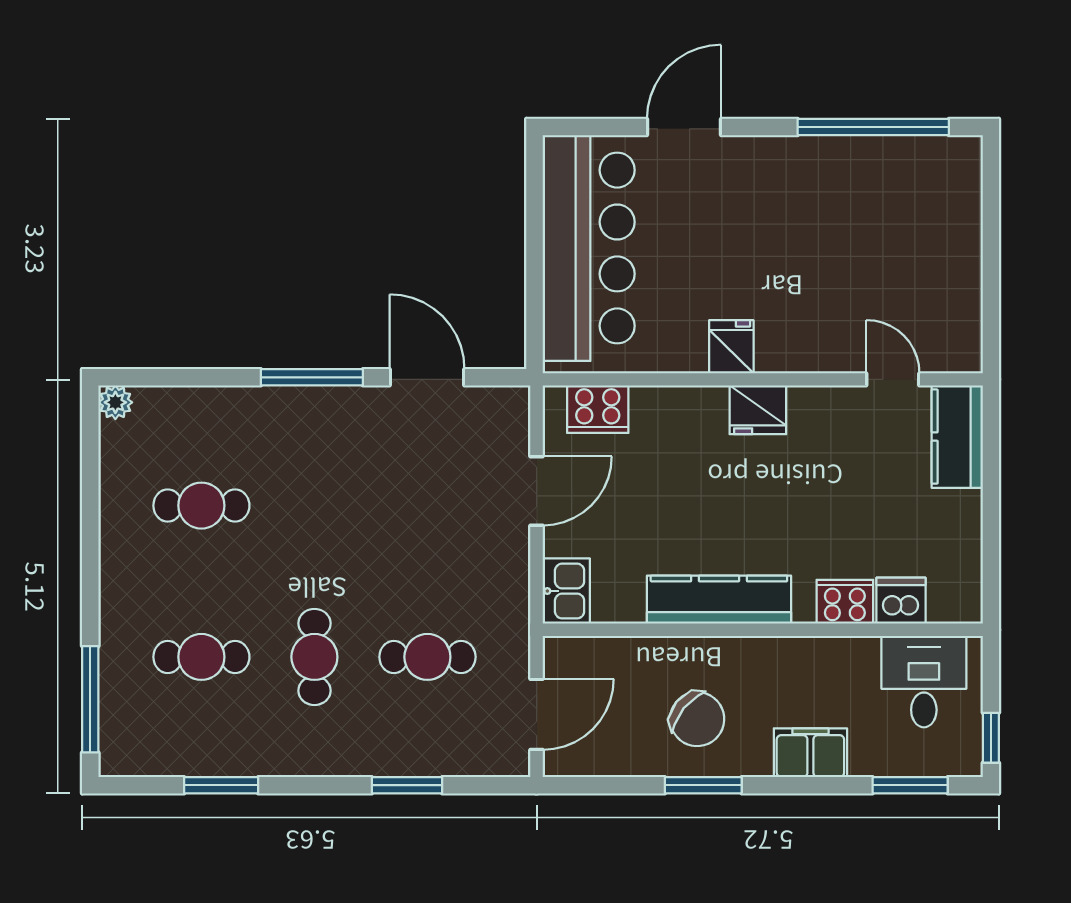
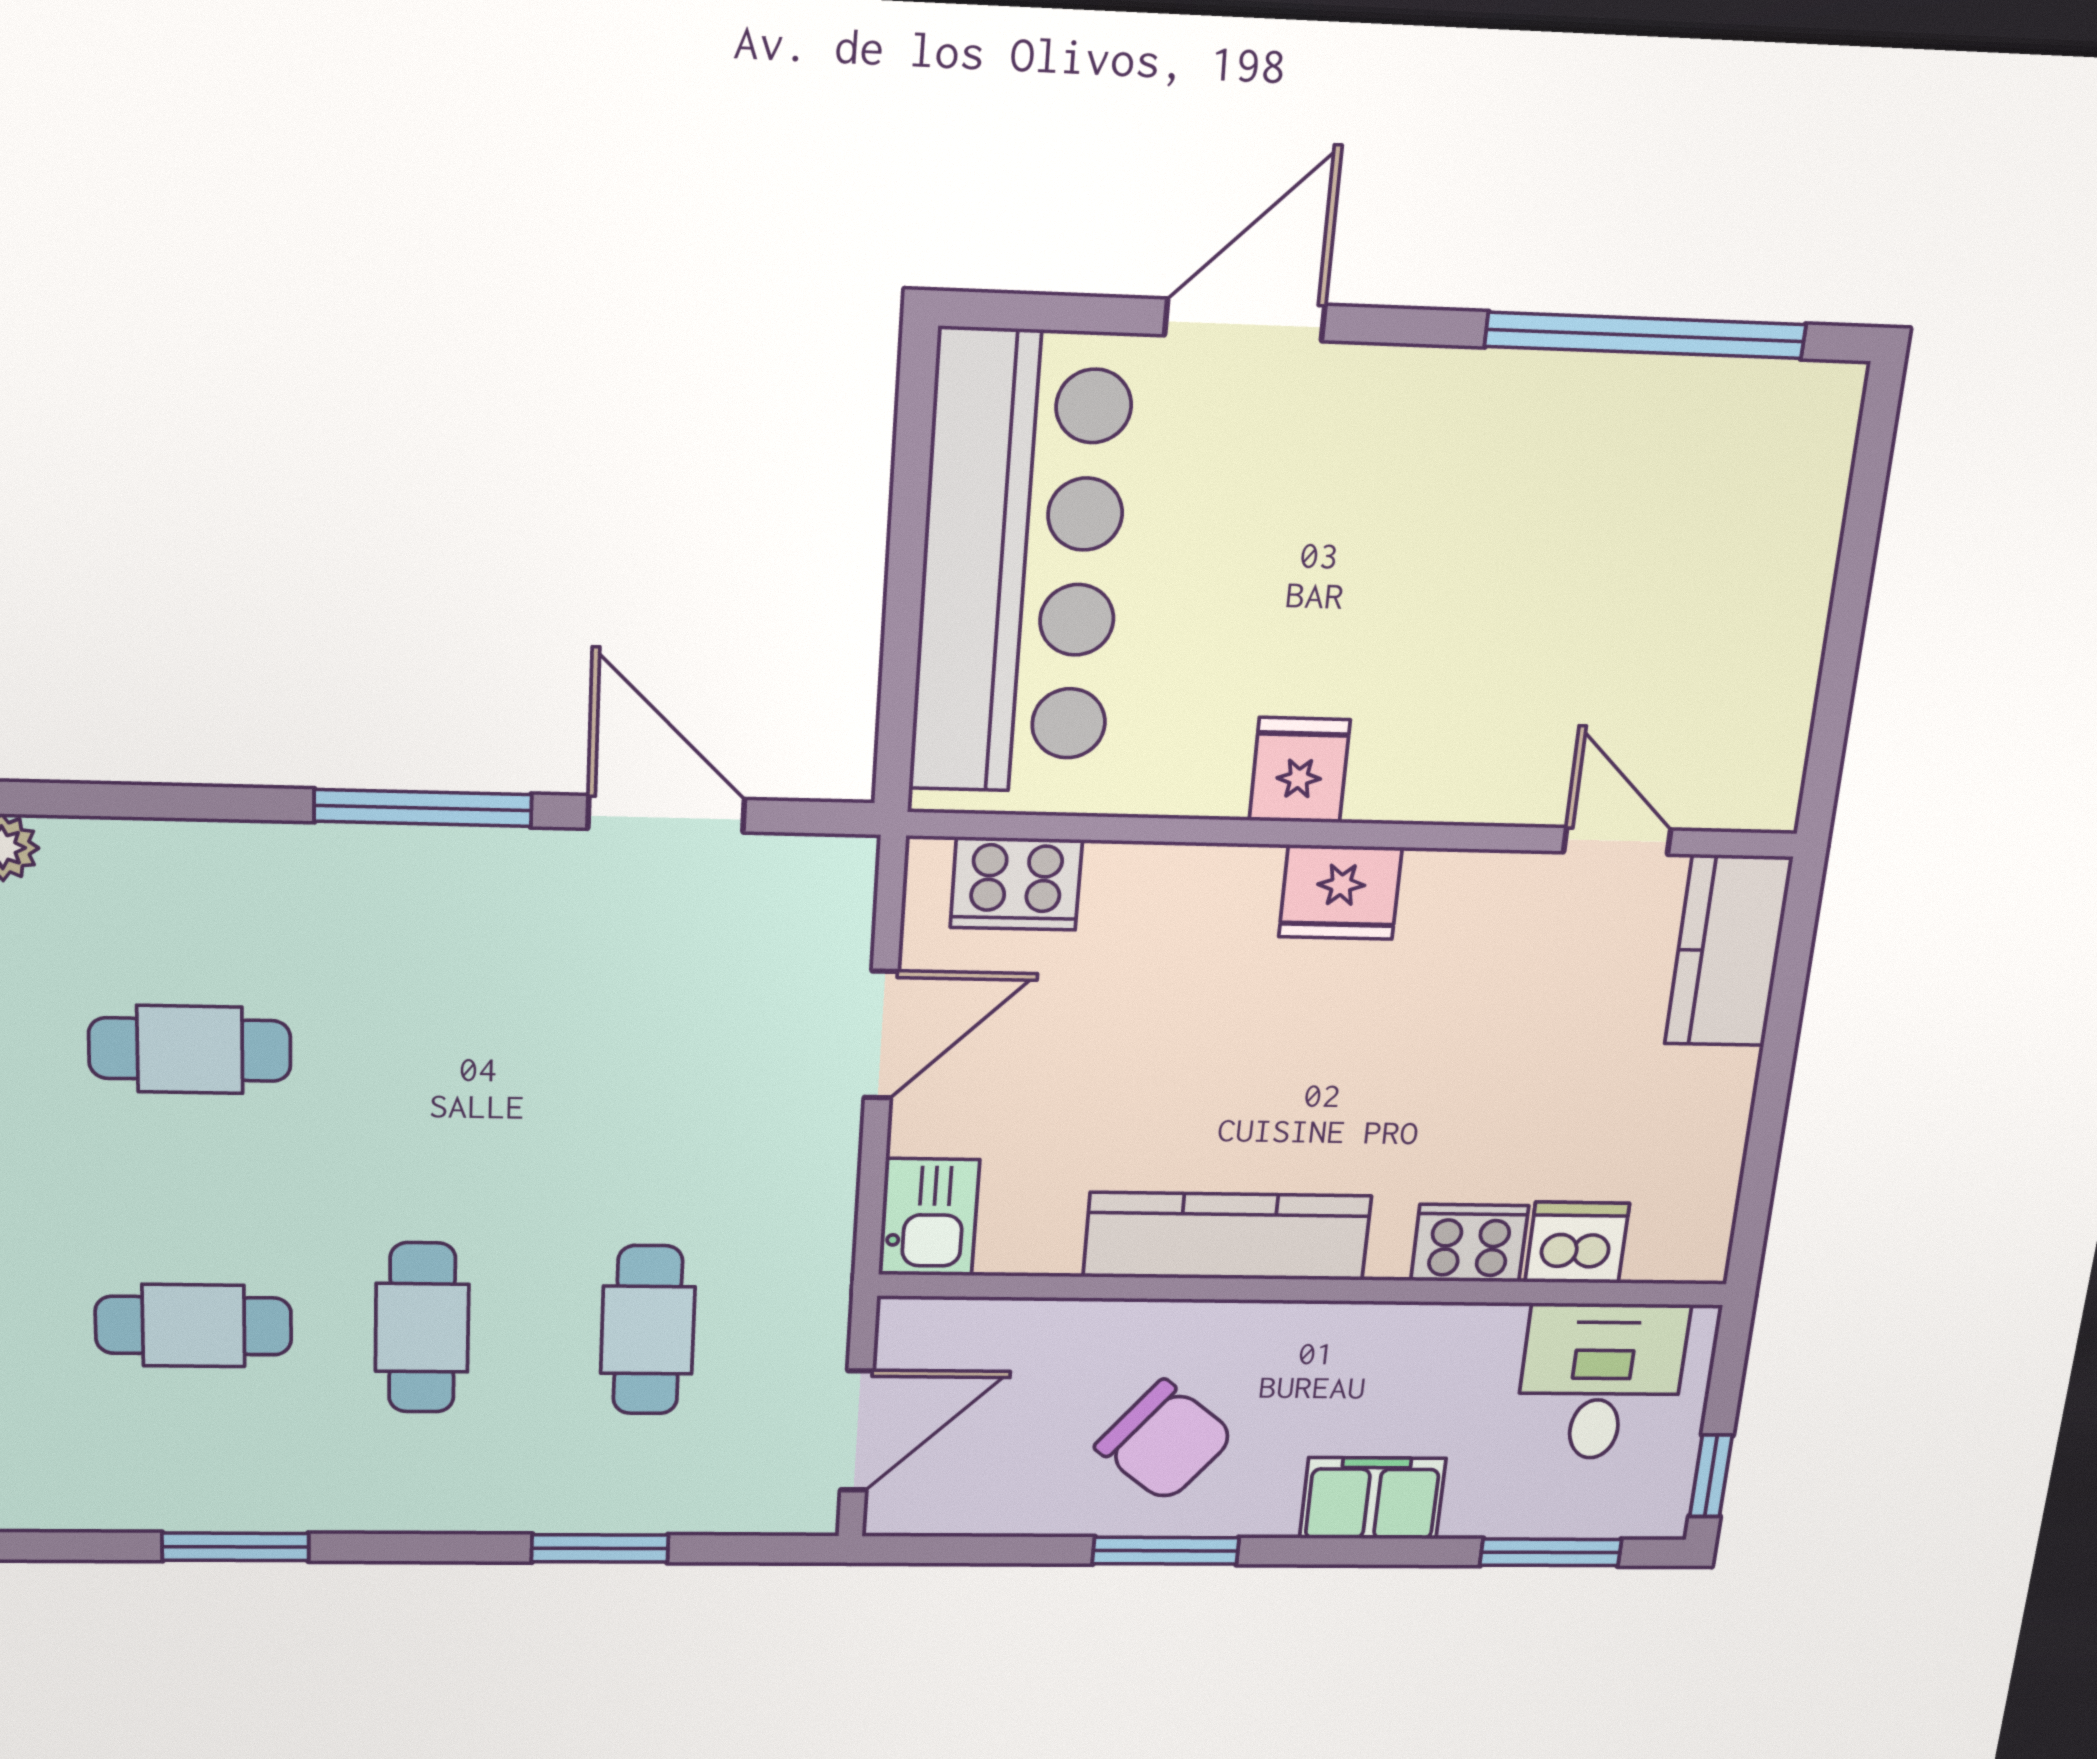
cafe table: (427, 657) -> (648, 1330), turned 90

